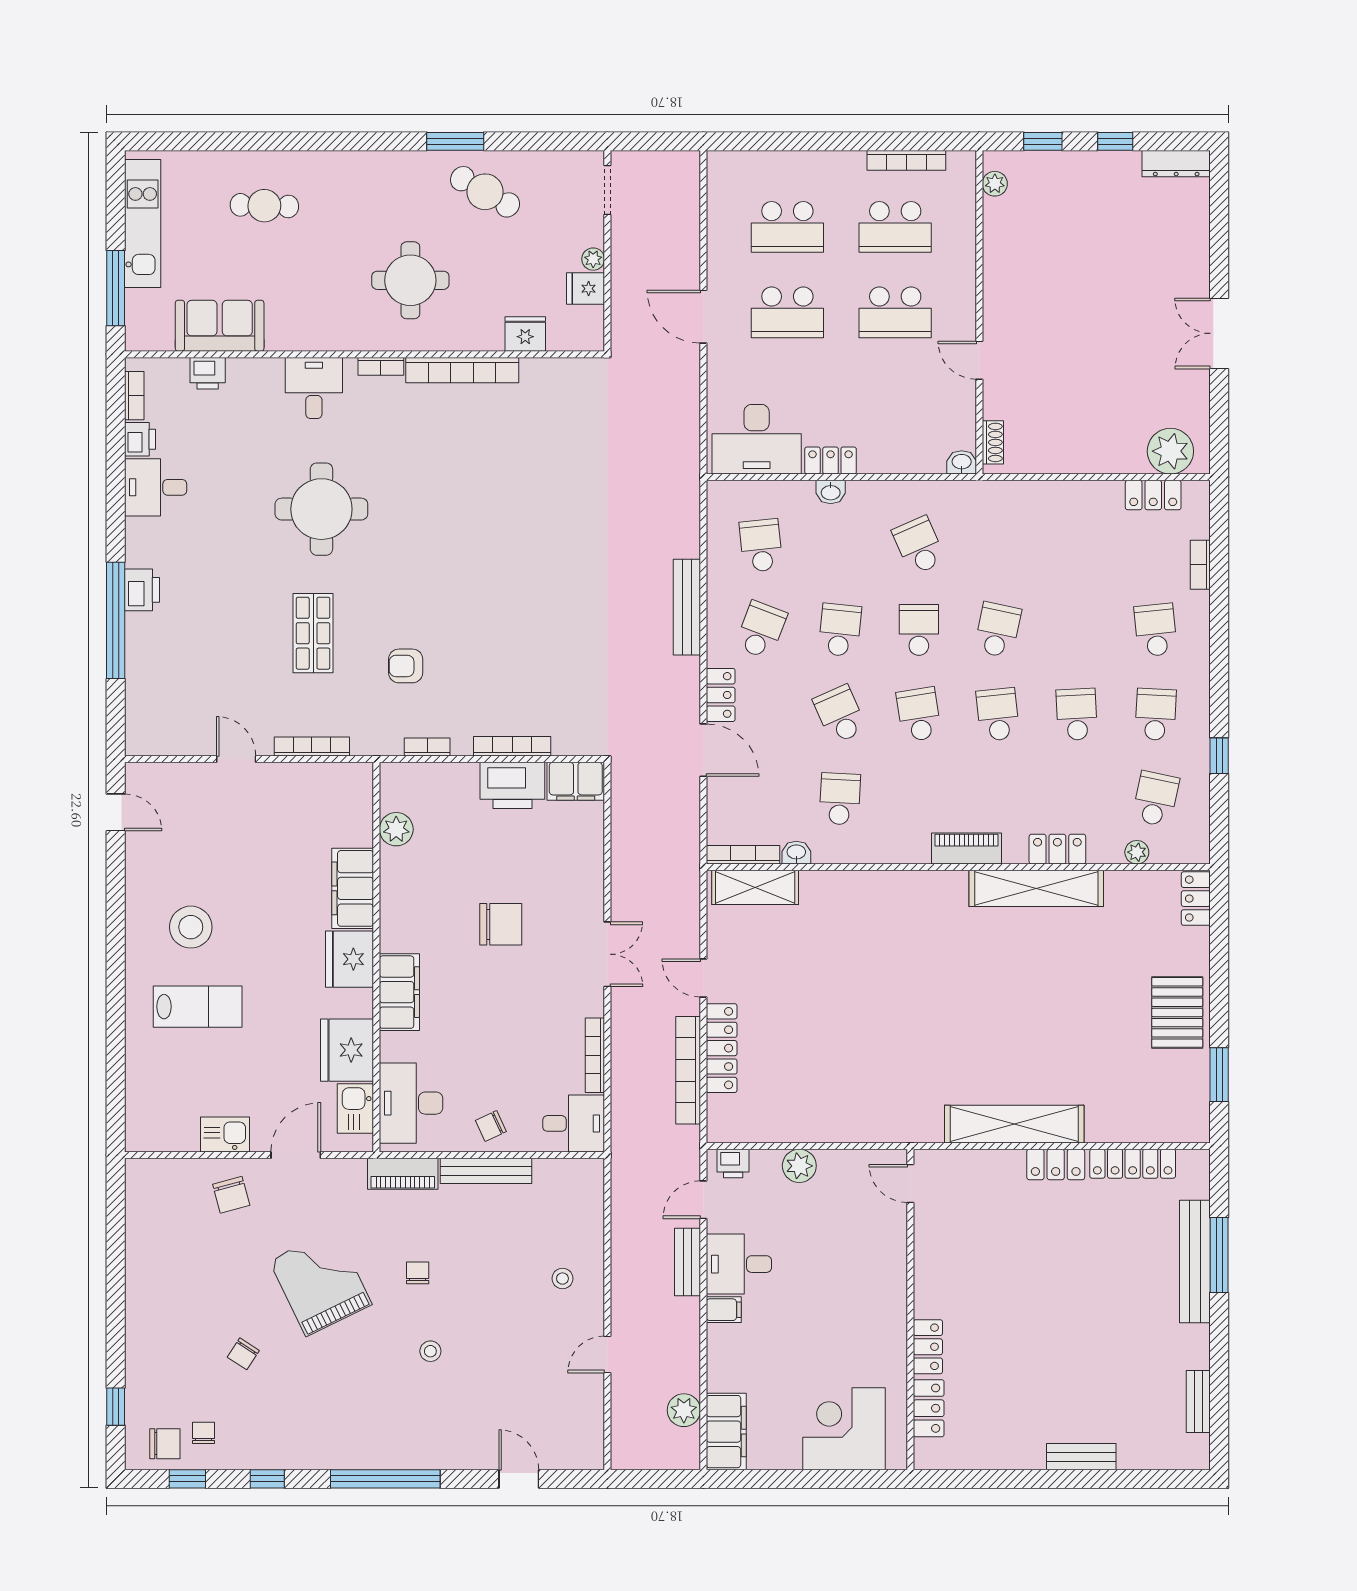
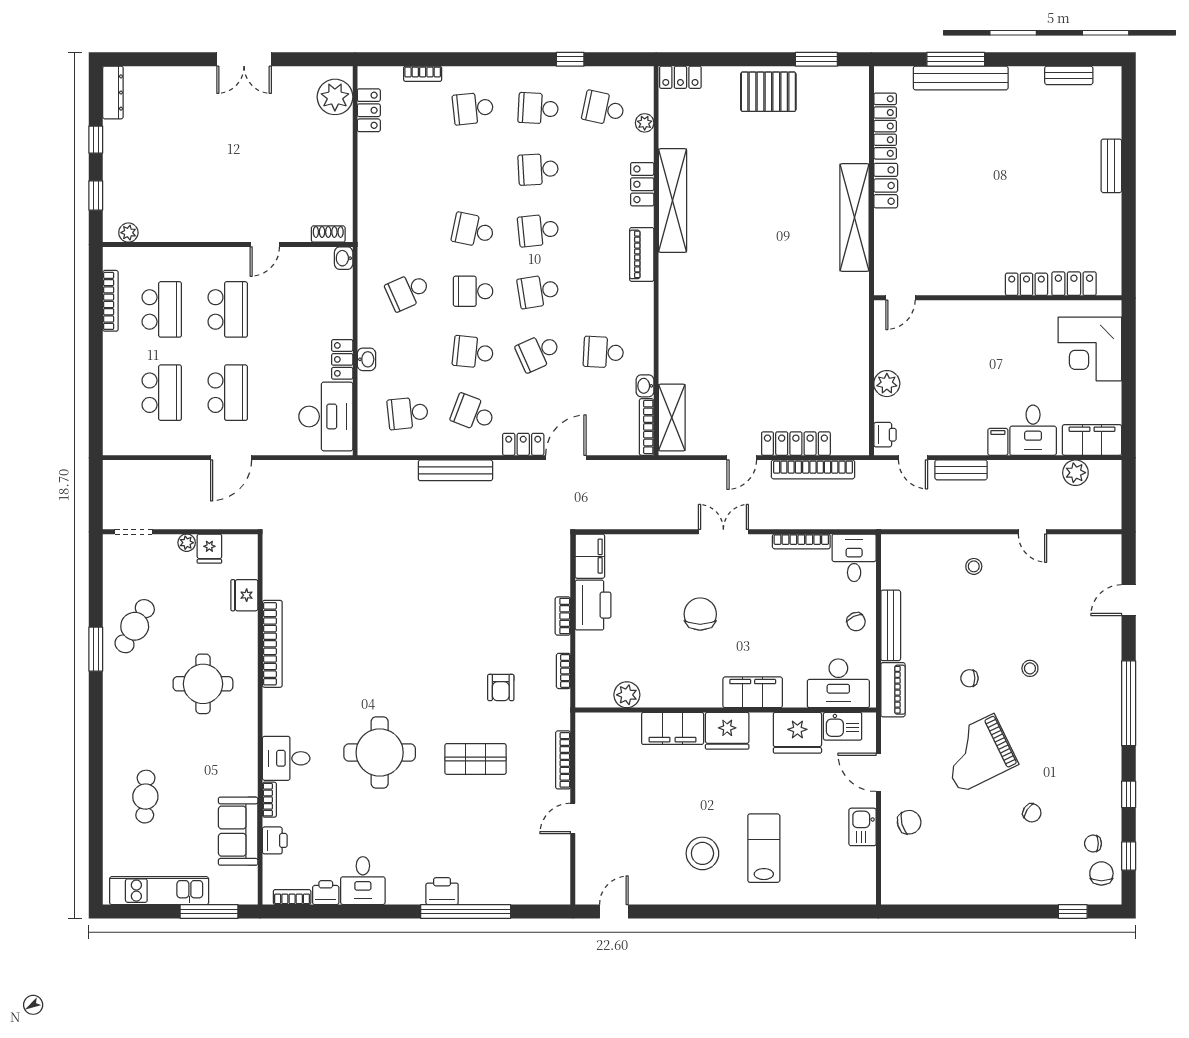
bookcase: (381, 366) -> (269, 800), moved
bookcase: (512, 746) -> (563, 616), width x0.64
desk: (739, 1264) -> (1033, 430), moved

